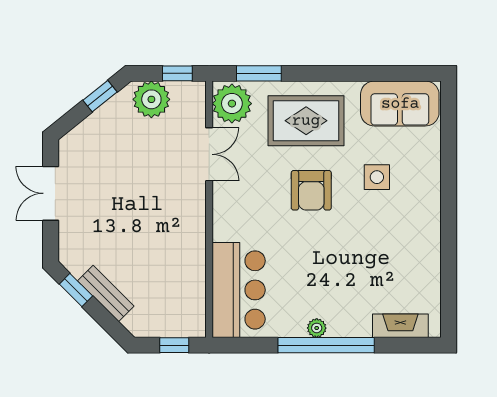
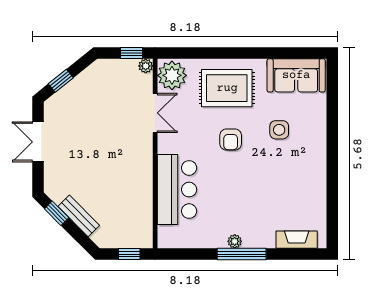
window: (259, 73) -> (192, 53), removed
window: (100, 96) -> (61, 81), moved
plant: (151, 99) -> (146, 66), moved, width x0.53, depth x0.53
armchair: (311, 190) -> (231, 140), width x0.72, depth x0.72
bar counter: (239, 290) -> (177, 190), moved
window: (326, 345) -> (242, 254), width x0.68

